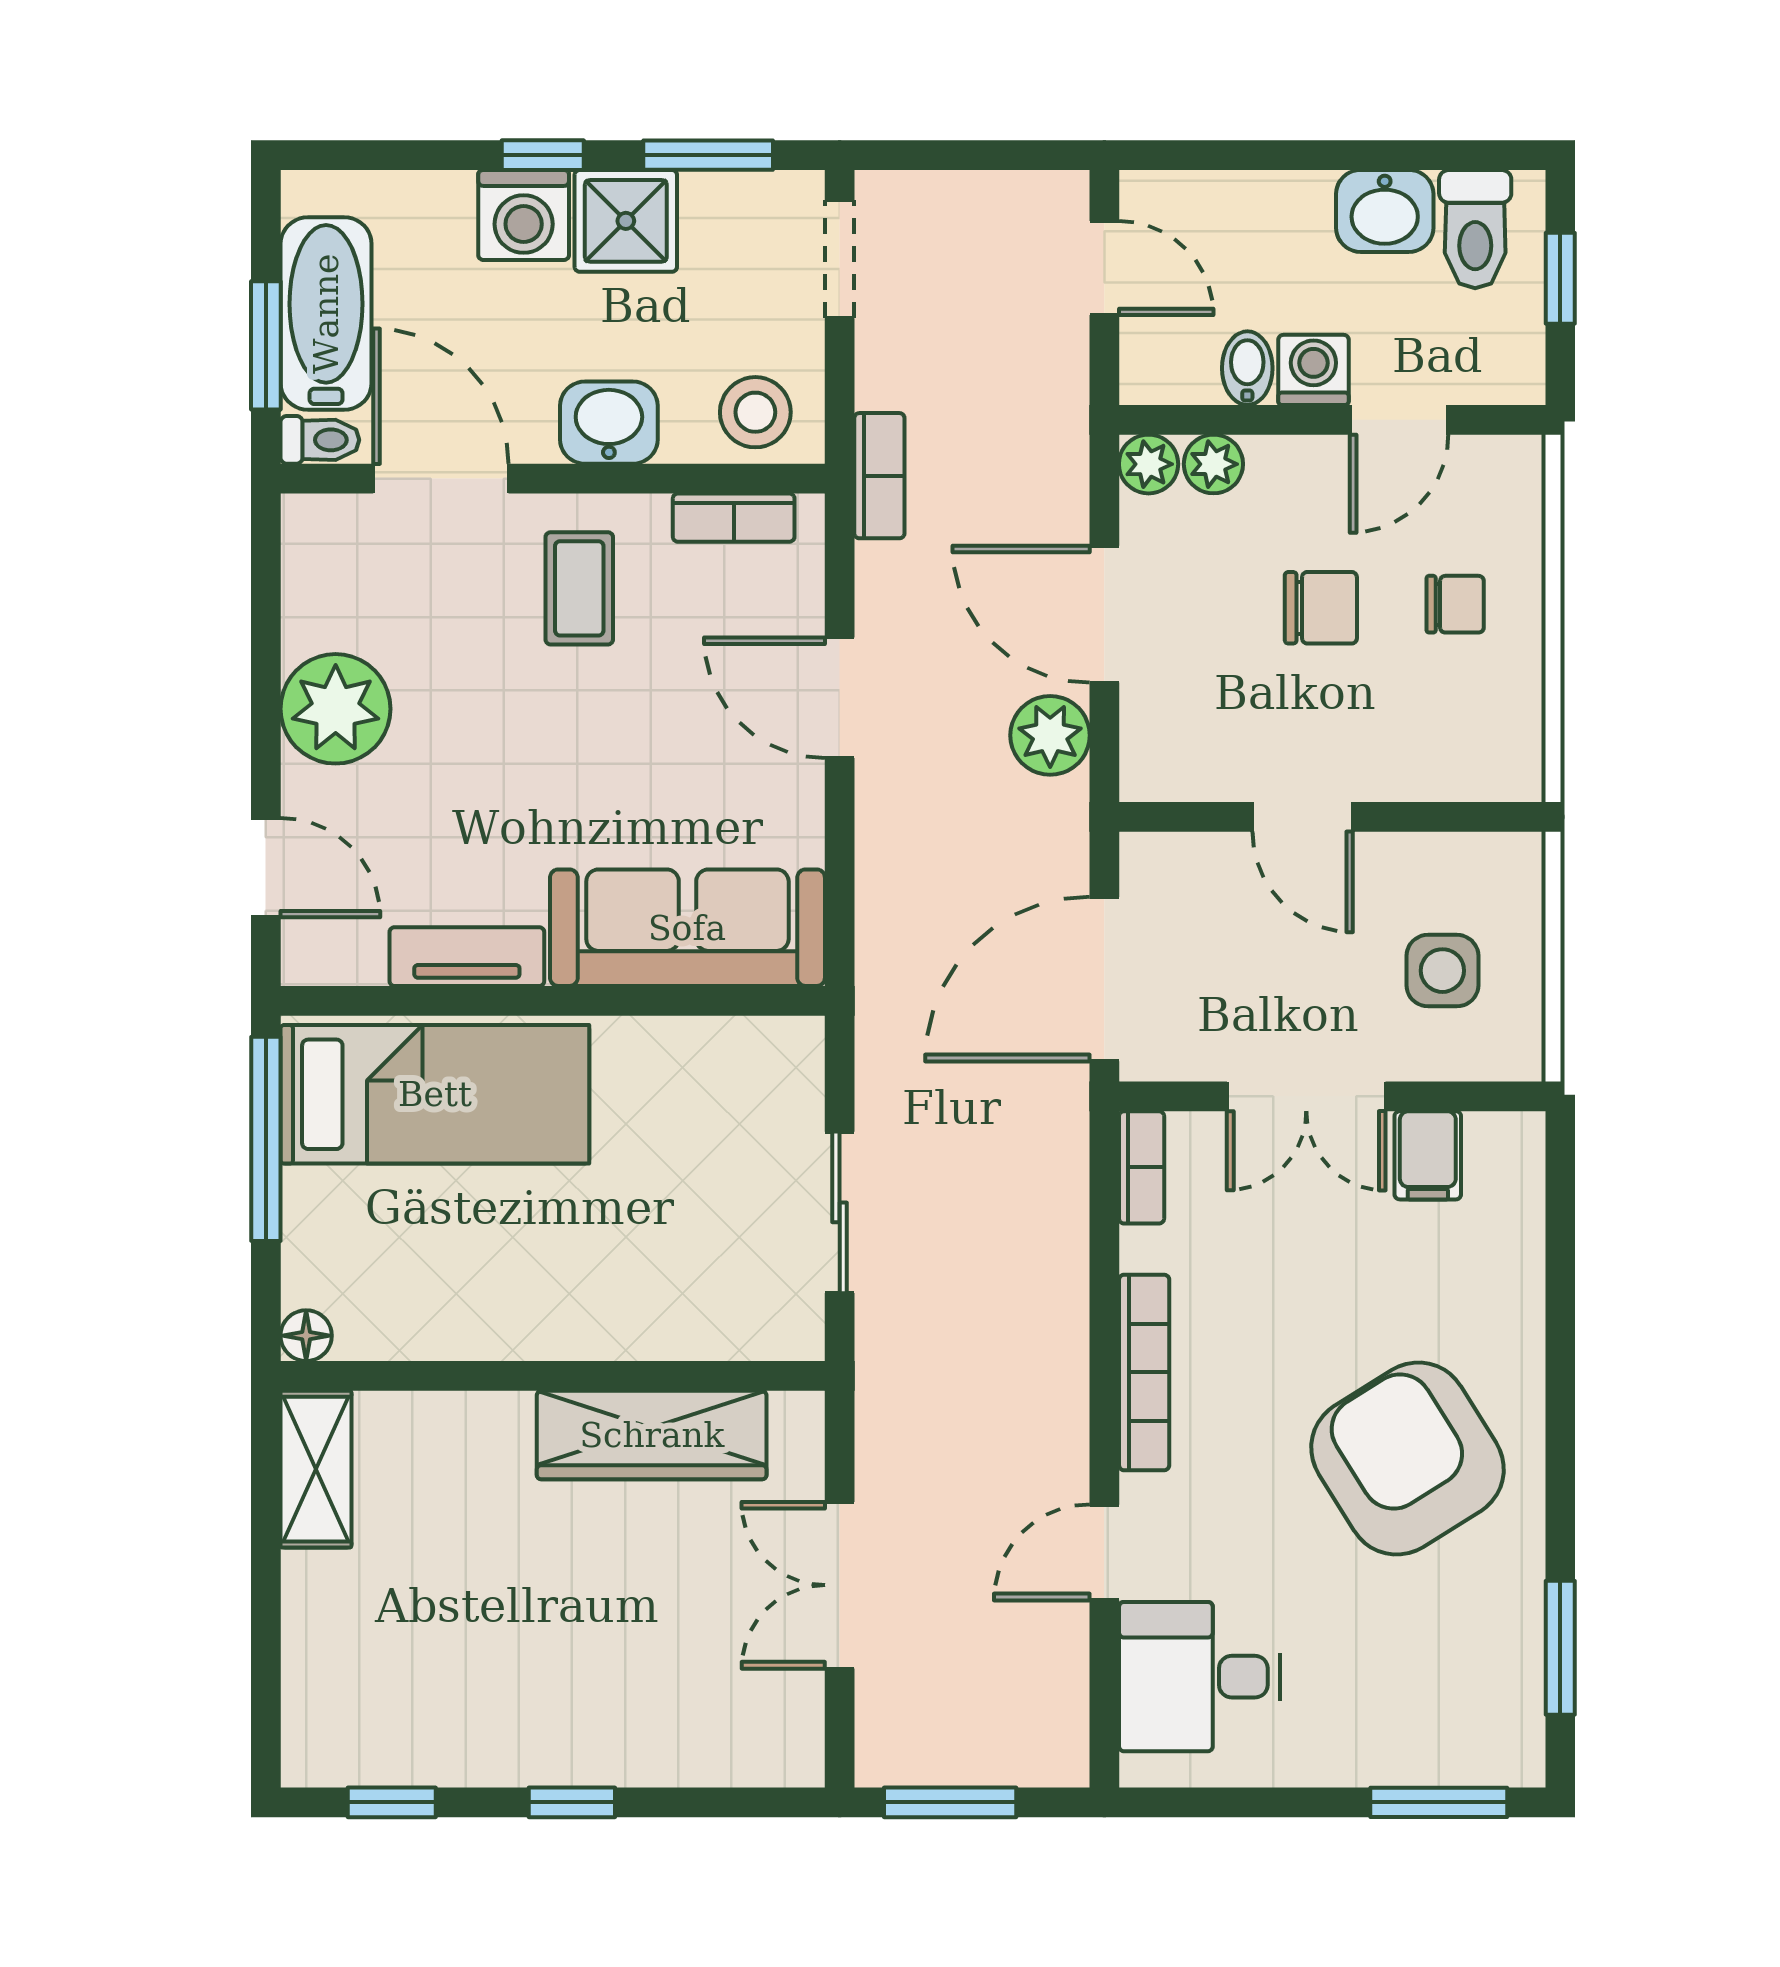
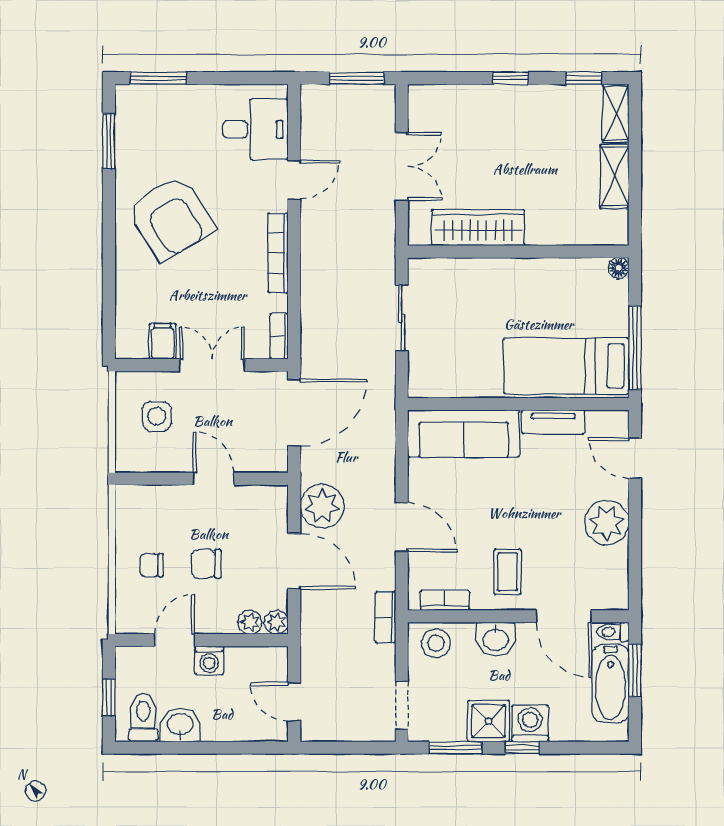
bidet: (1247, 368) -> (236, 661), removed
plant: (1050, 735) -> (322, 506), width x1.36, depth x1.36
shelving: (316, 1469) -> (615, 176), moved
shelving: (313, 1716) -> (616, 113), added

